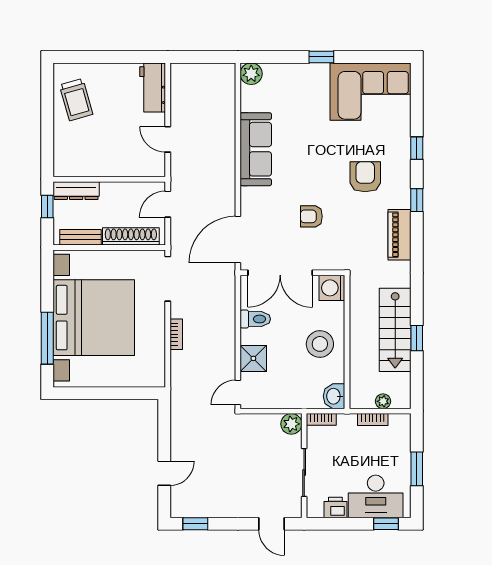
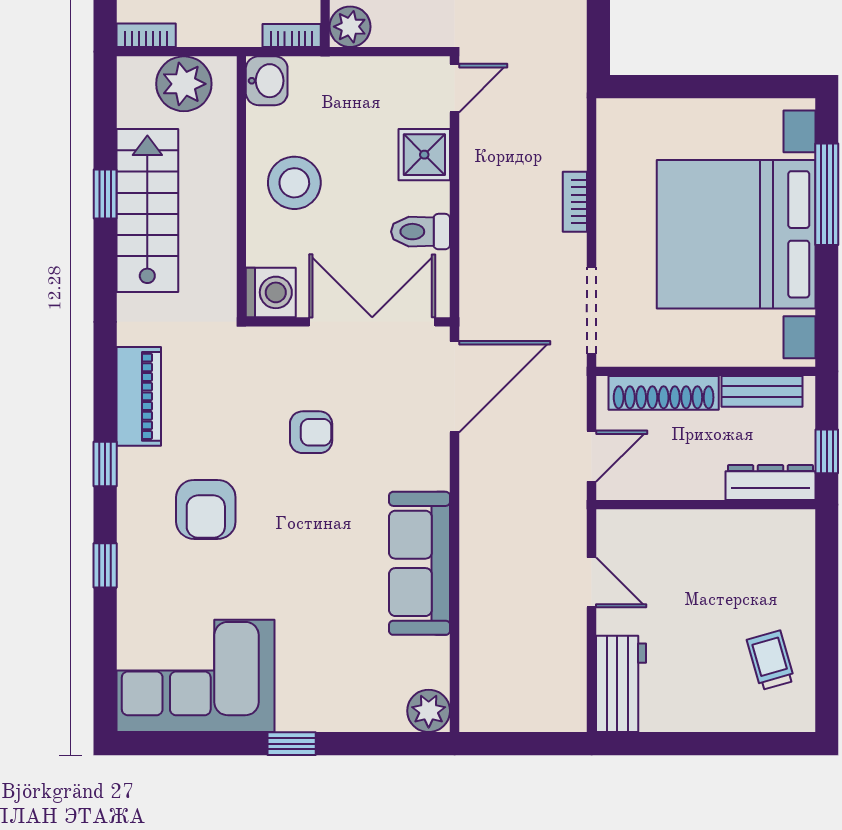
trolley: (76, 100) -> (771, 660), width x0.73, depth x0.72
plant: (383, 401) -> (184, 84), width x1.88, depth x1.88
bookcase: (373, 420) -> (146, 35), moved

